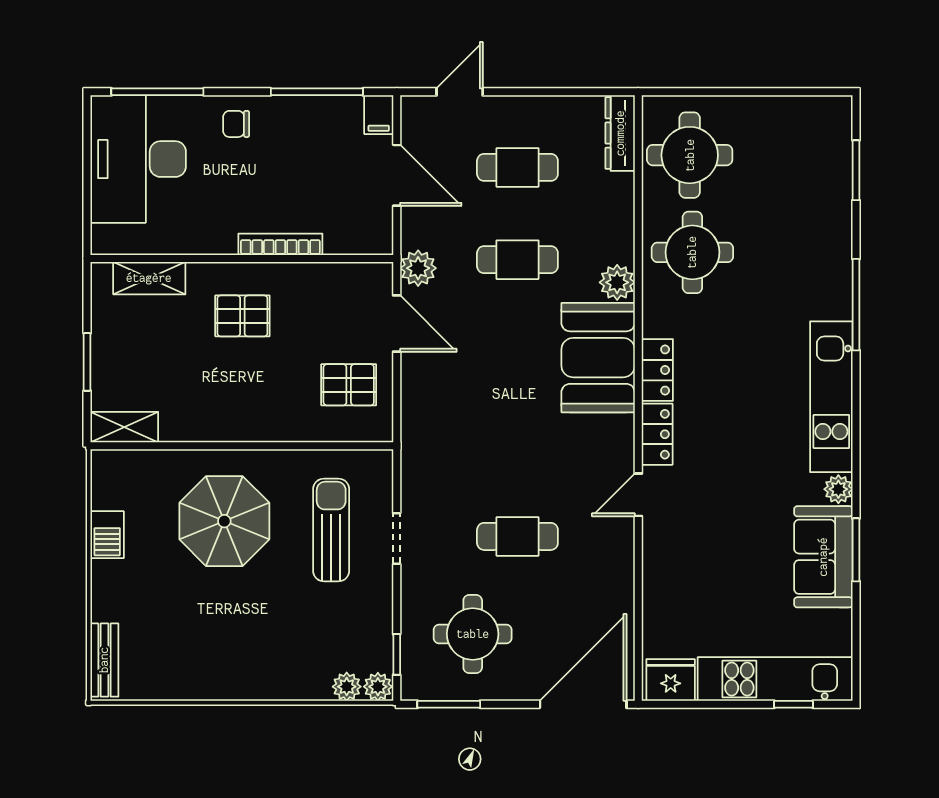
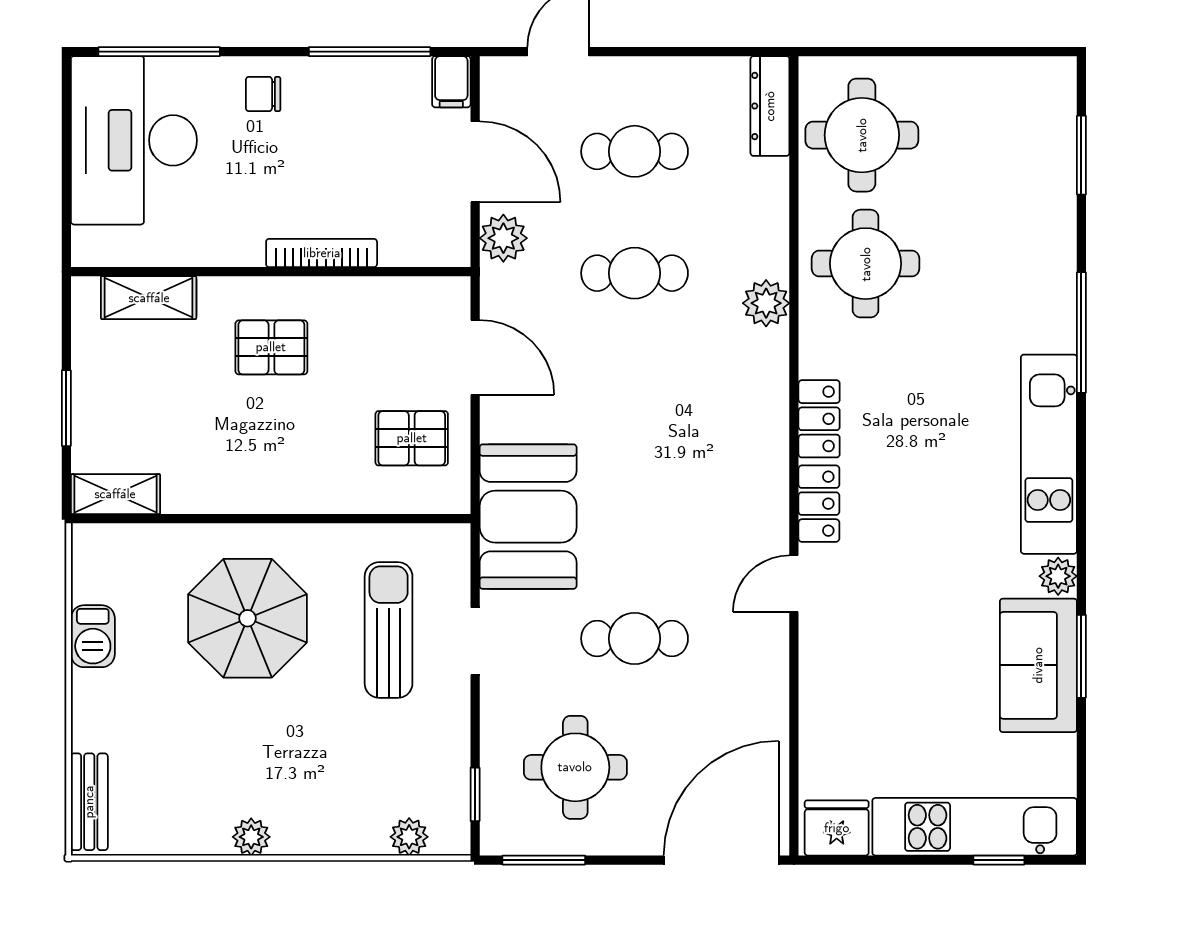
plant: (418, 268) -> (503, 238), moved
booth: (598, 358) -> (528, 517), moved
plant: (378, 687) -> (251, 837), moved

